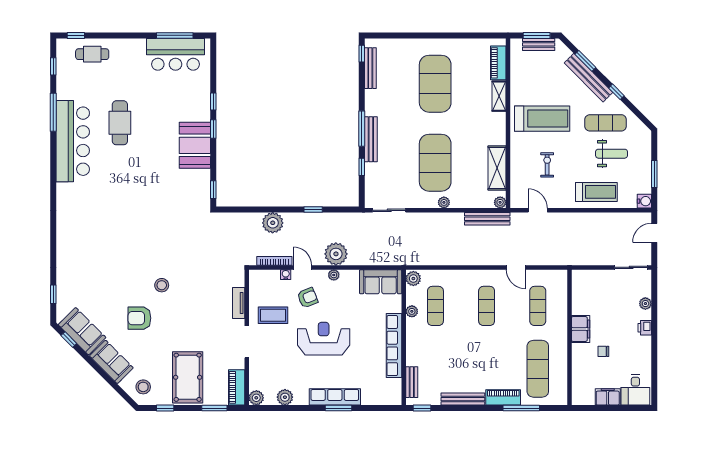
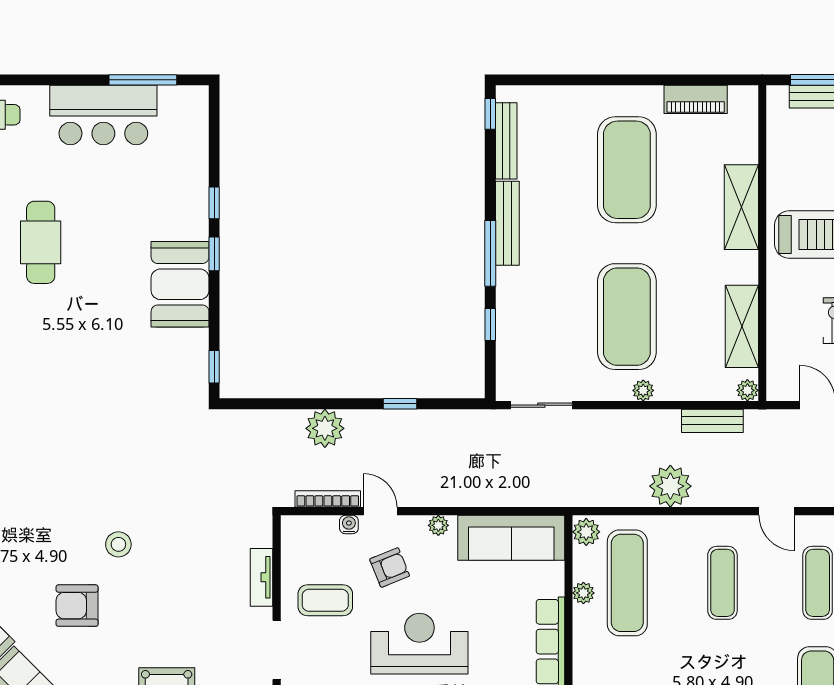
bar counter: (176, 54) -> (103, 115), moved
piano: (498, 63) -> (696, 99), moved, turned -90
shelving: (499, 96) -> (741, 207), width x1.50, depth x1.33
bench: (371, 139) -> (507, 223), moved
bench: (487, 219) -> (712, 421), width x0.73
plant: (336, 254) -> (670, 486), moved
sofa: (381, 282) -> (511, 538), width x1.36
exercise mat: (435, 306) -> (627, 583), width x1.36, depth x1.45

